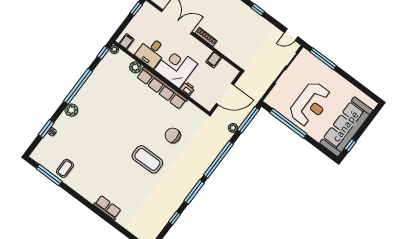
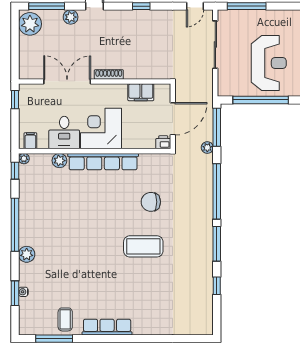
filing cabinet: (214, 60) -> (141, 92), width x2.00
printer: (187, 89) -> (163, 142), moved
row of seats: (107, 208) -> (107, 327), moved, width x1.48

